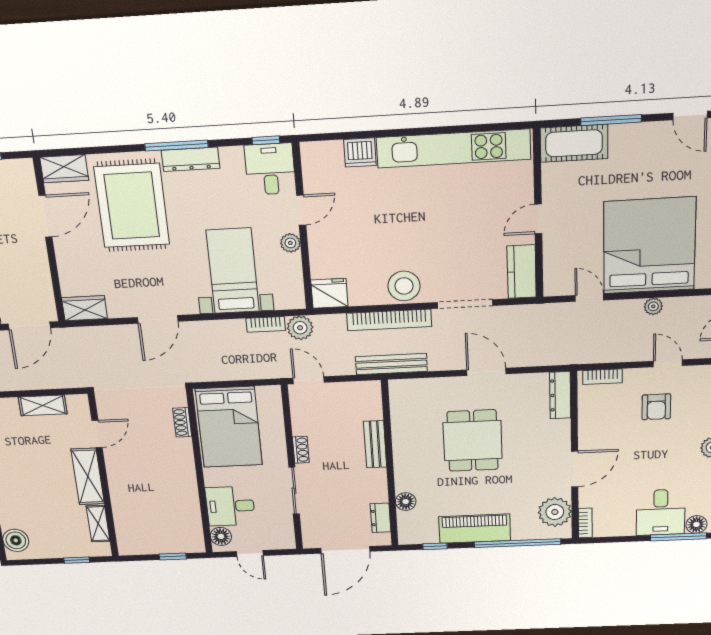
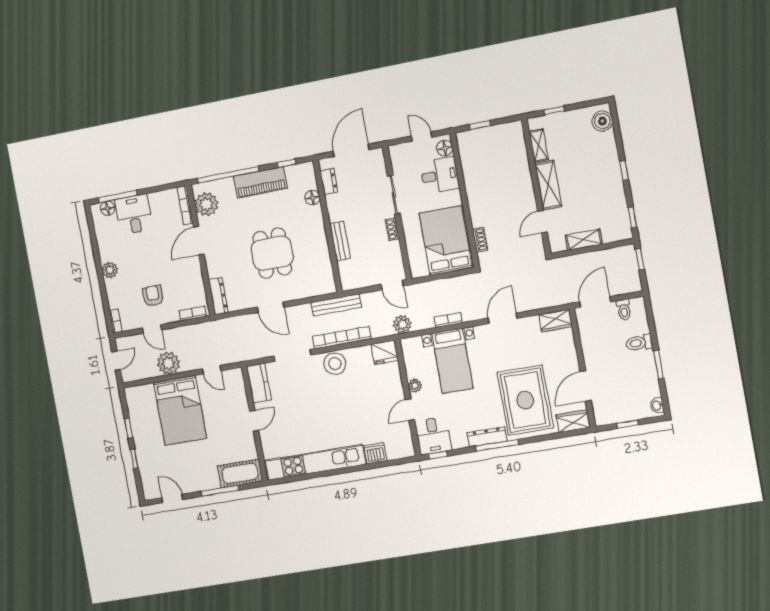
bed: (649, 246) -> (180, 410), width x0.73
plant: (653, 306) -> (168, 363), width x1.87, depth x1.87
bookcase: (266, 324) -> (448, 320), moved
bookcase: (585, 523) -> (185, 205), width x1.56

